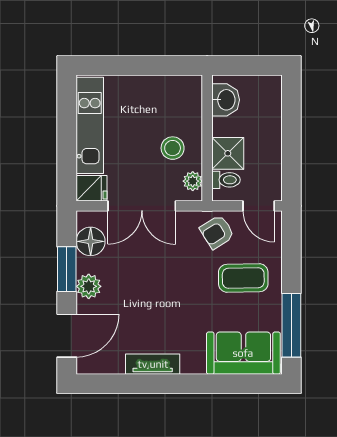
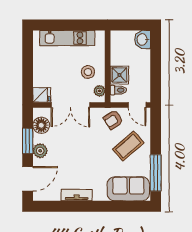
washbasin: (226, 100) -> (143, 40), moved, turned 180
kitchen unit: (90, 125) -> (67, 38), moved, turned 90
coffee table: (243, 278) -> (128, 146), turned -40

